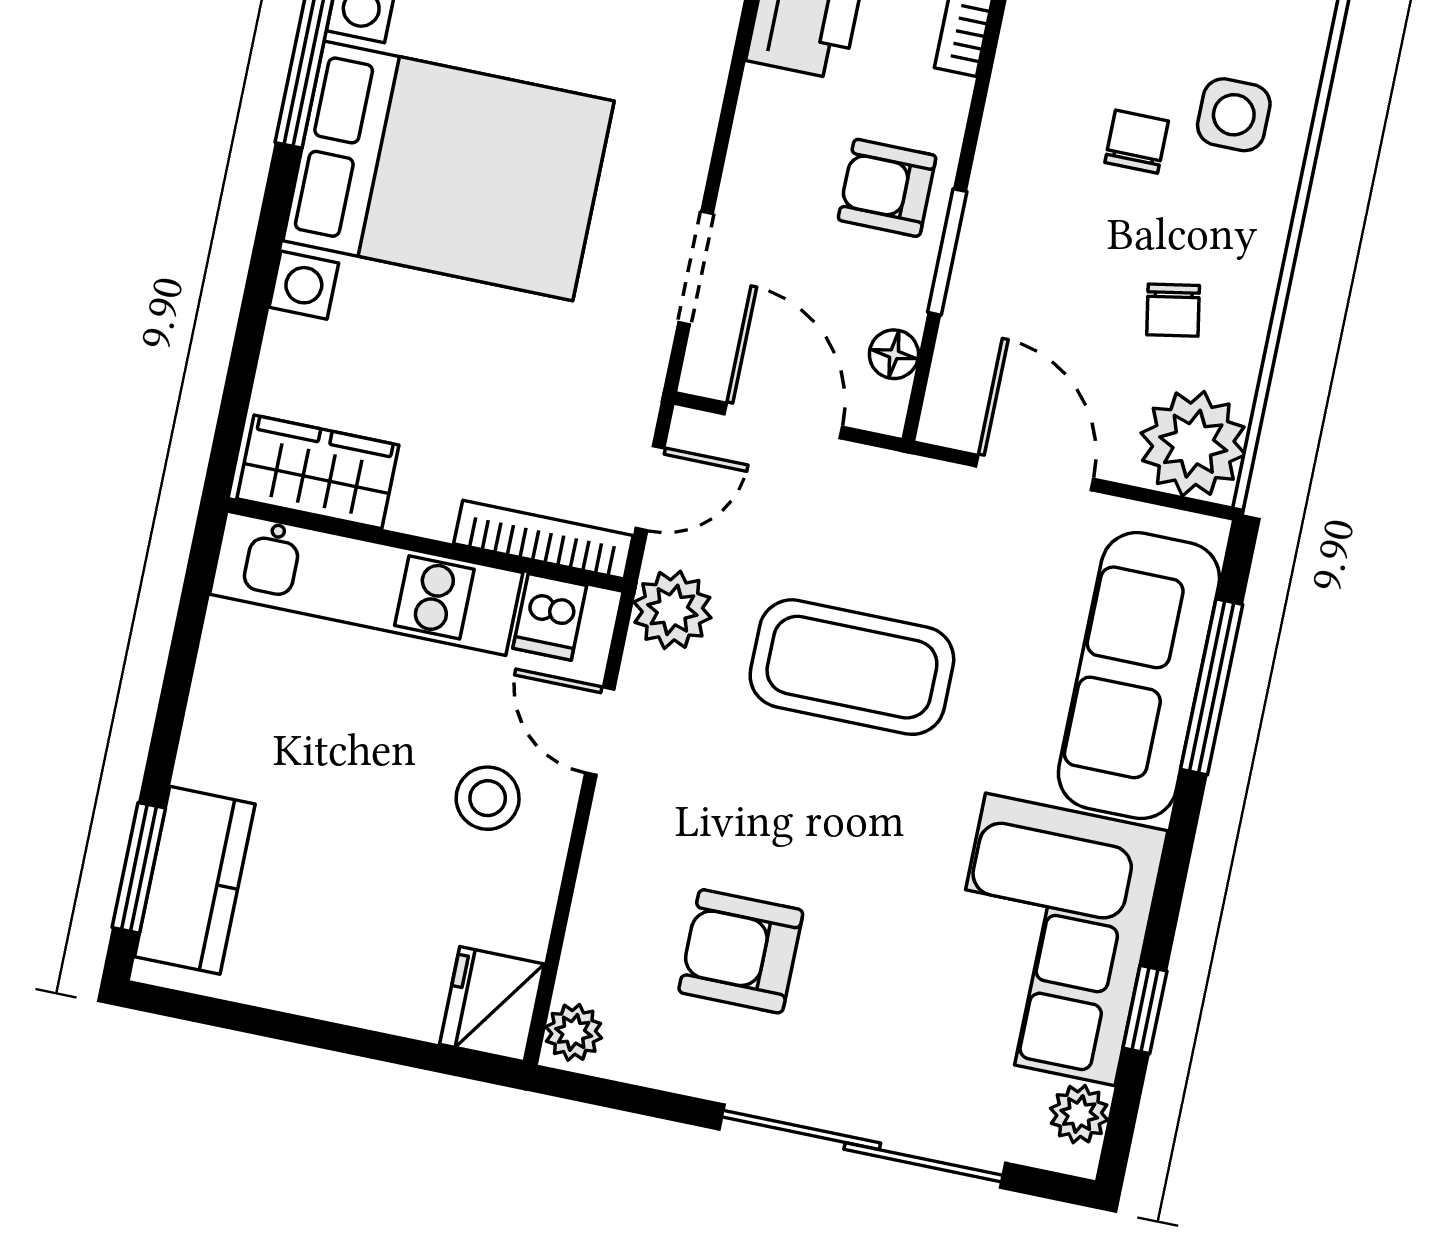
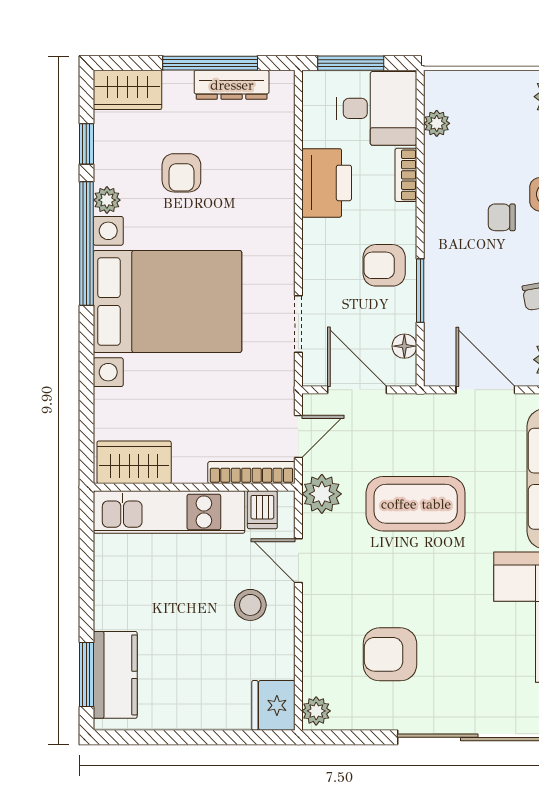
chair: (1137, 142) -> (502, 217), turned -90

